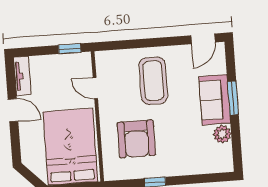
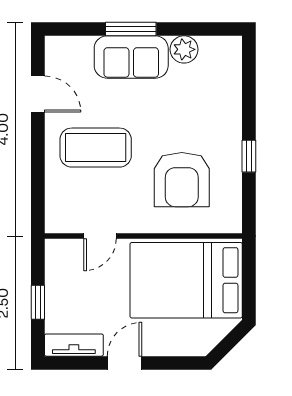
door: (203, 39) -> (38, 94), moved
window: (70, 49) -> (38, 302), moved
armchair: (136, 139) -> (182, 180), turned 90

